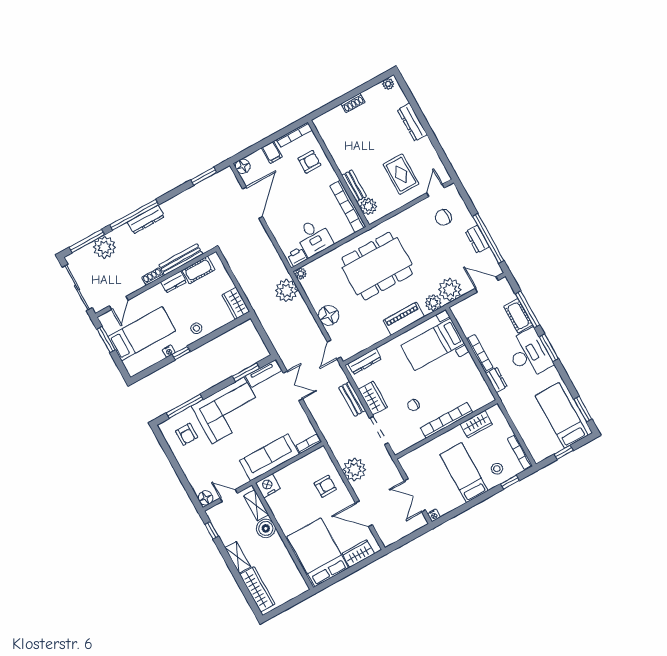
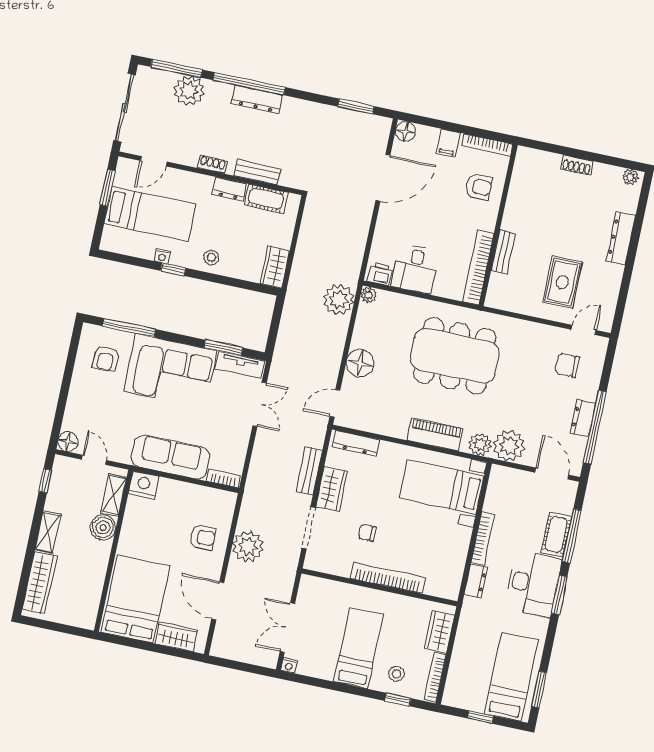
plant: (368, 206) -> (500, 286), removed
bench: (181, 259) -> (257, 172), width x0.73
wardrobe: (476, 424) -> (440, 632), moved, turned 90

